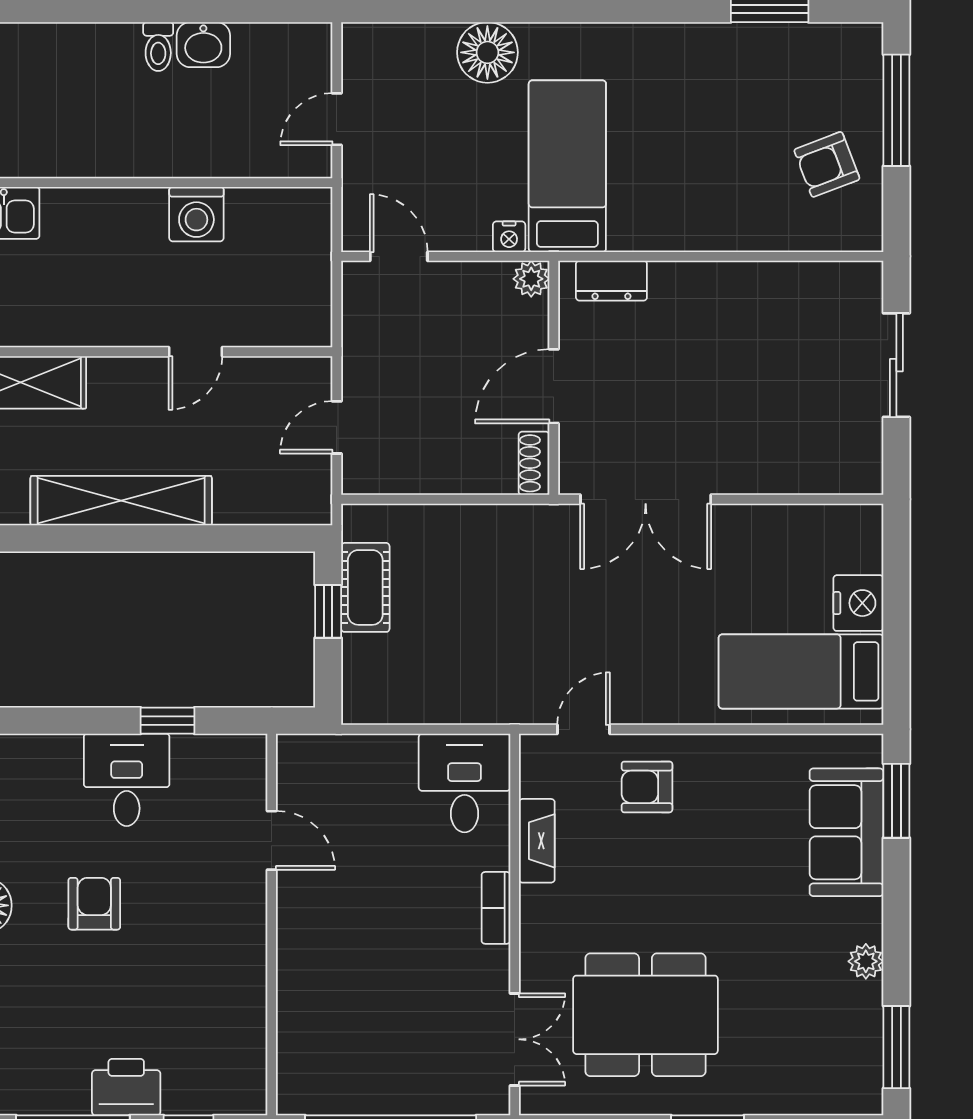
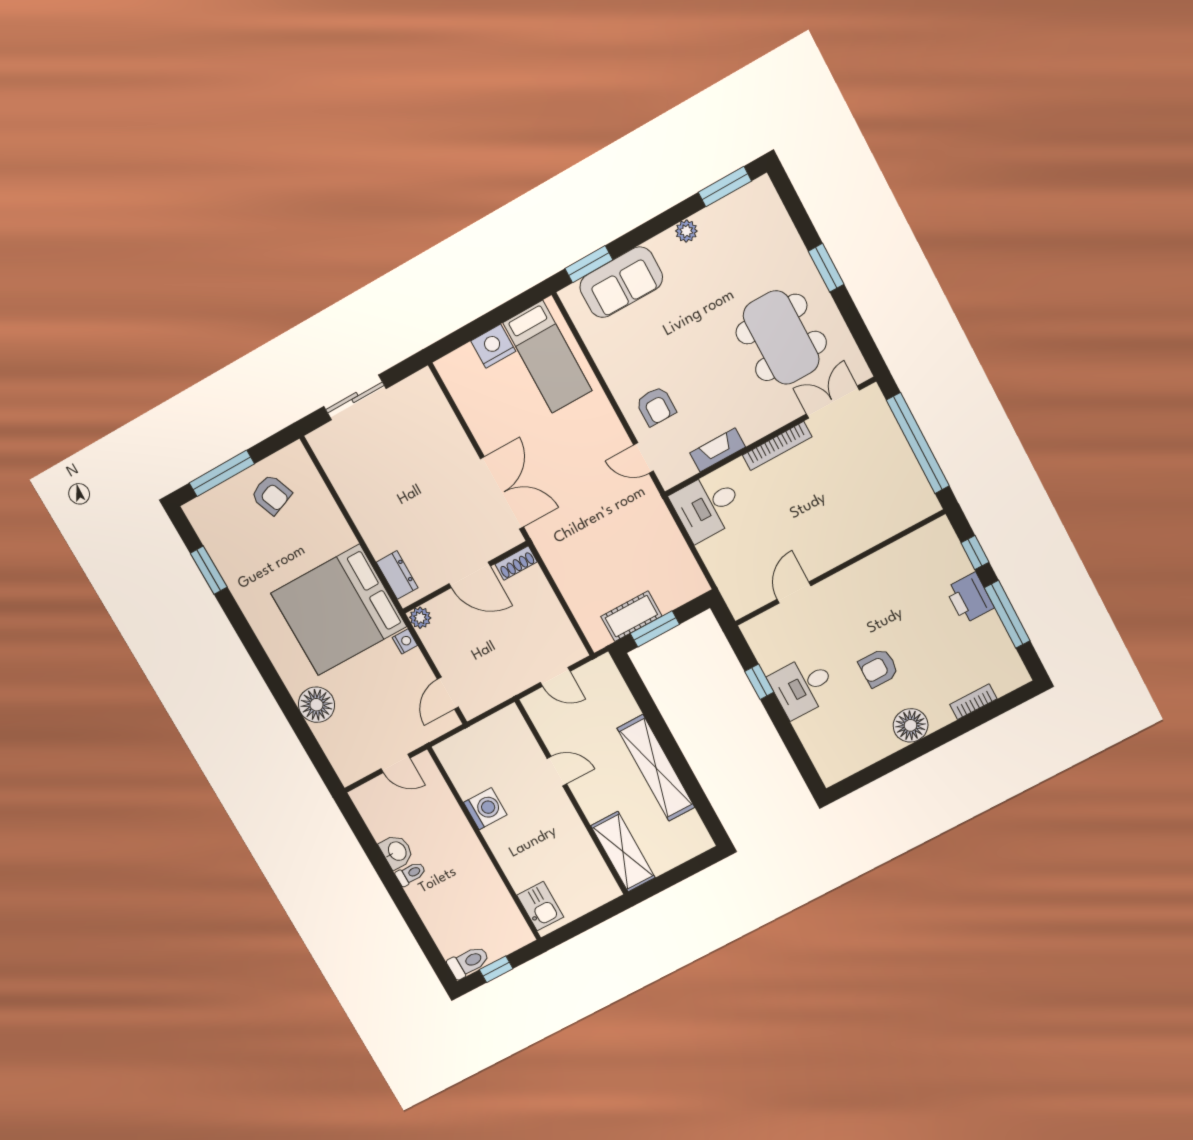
bed: (567, 166) -> (339, 610), width x2.04
window: (328, 611) -> (655, 629), width x1.50
bookcase: (496, 908) -> (777, 446), width x1.56

